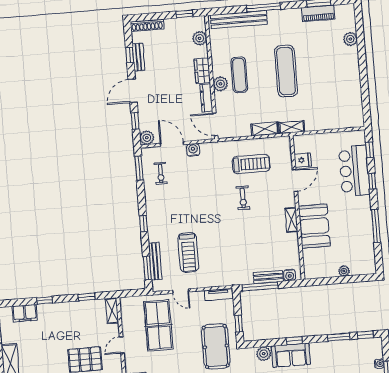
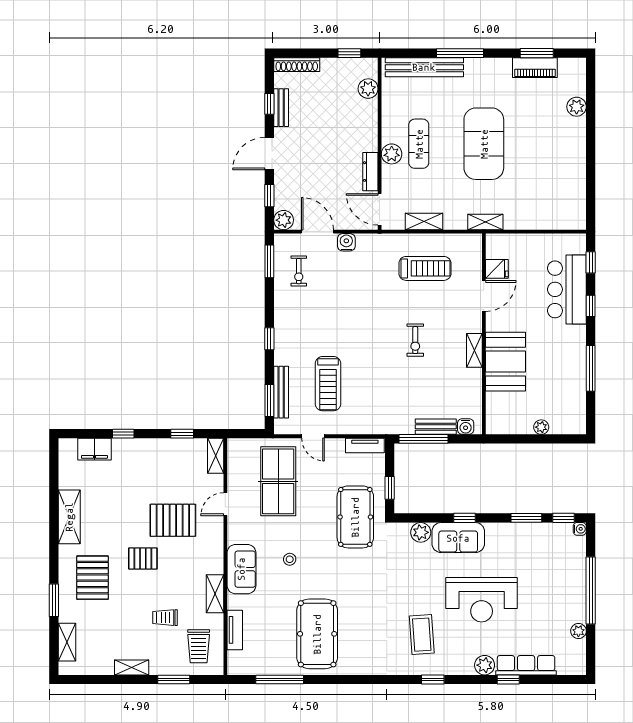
wardrobe: (202, 71) -> (368, 134), removed
exercise mat: (286, 71) -> (484, 144), width x1.47
shelving: (265, 129) -> (424, 221), moved
exercise bike: (243, 198) -> (415, 340), moved
water cooler: (379, 364) -> (580, 529), moved

